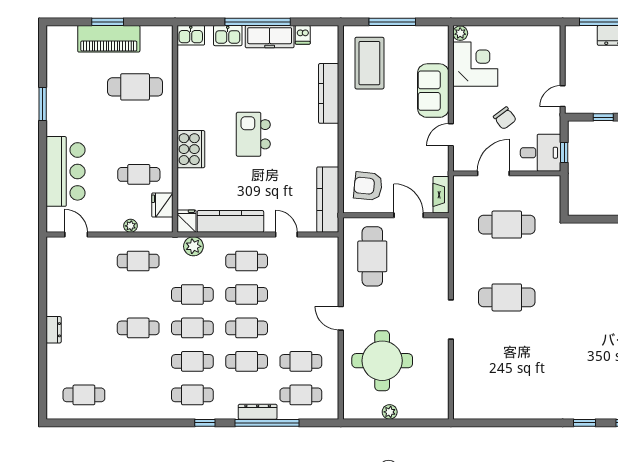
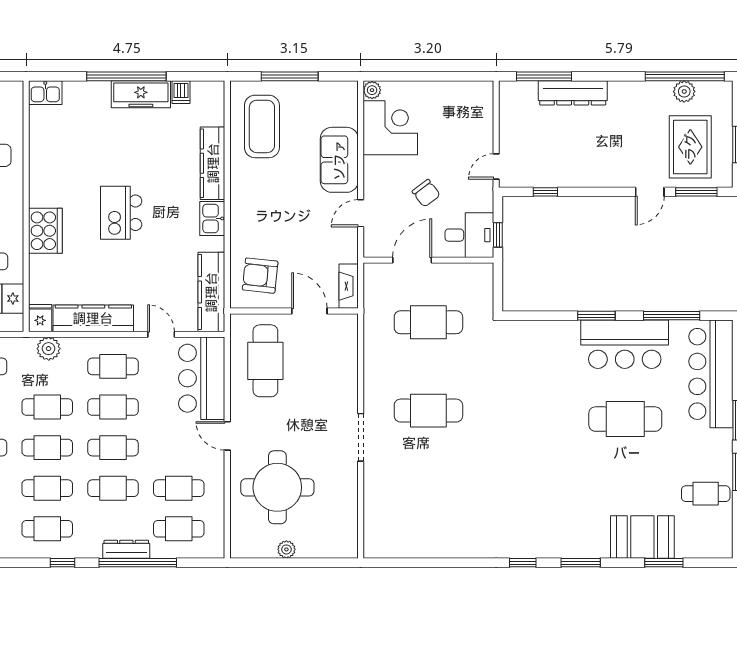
kitchen sink: (228, 36) -> (212, 218), moved, turned 90
bar counter: (320, 271) -> (202, 378), added

